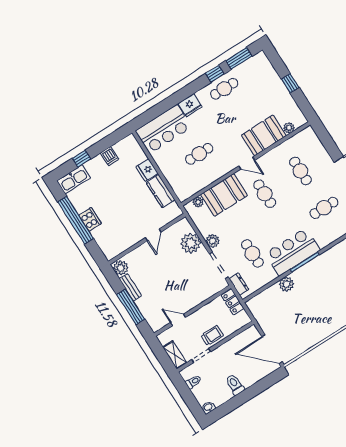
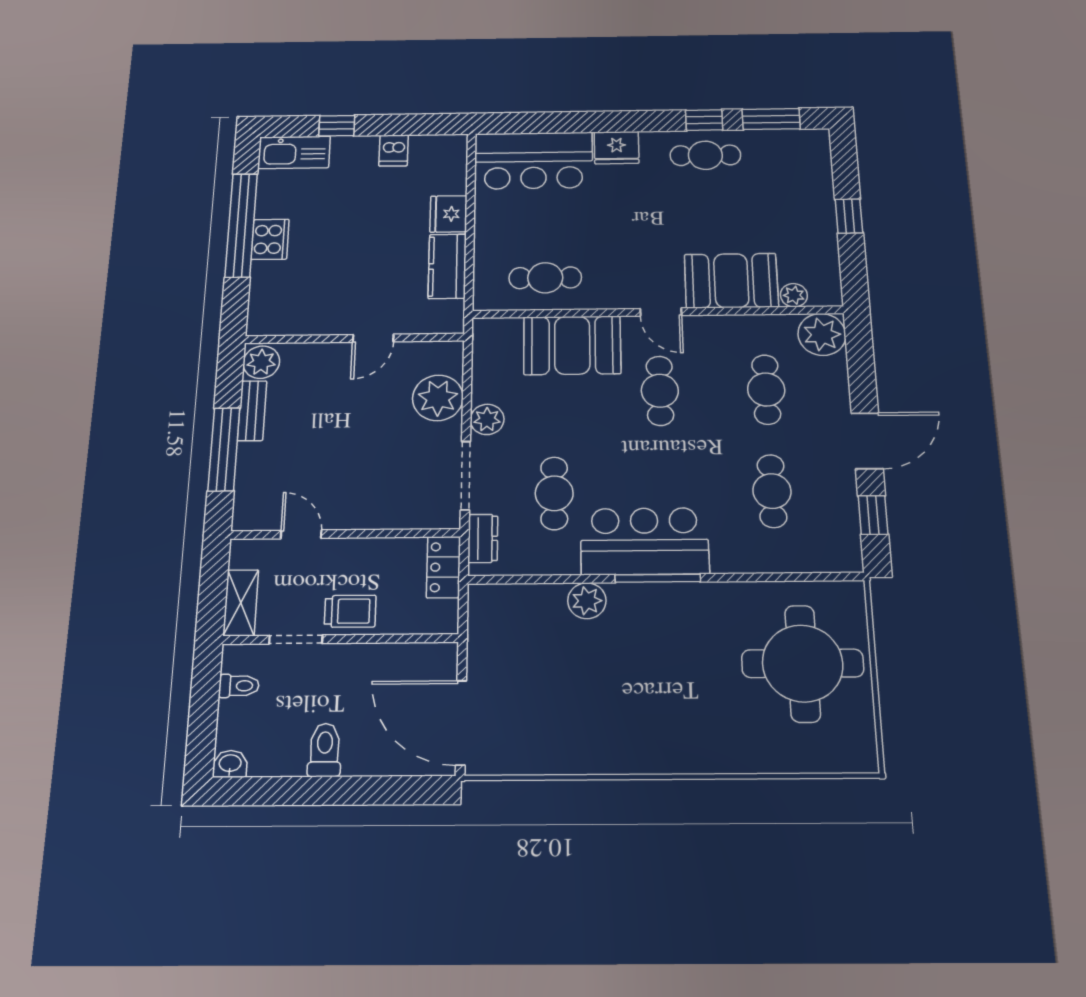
cafe table: (199, 154) -> (545, 278), moved
plant: (198, 202) -> (822, 334), moved, width x1.88, depth x1.88
cafe table: (324, 208) -> (772, 491), turned 90

